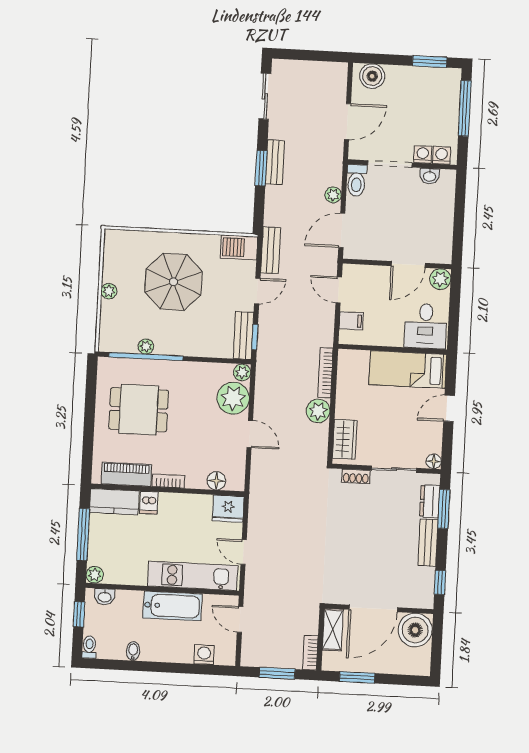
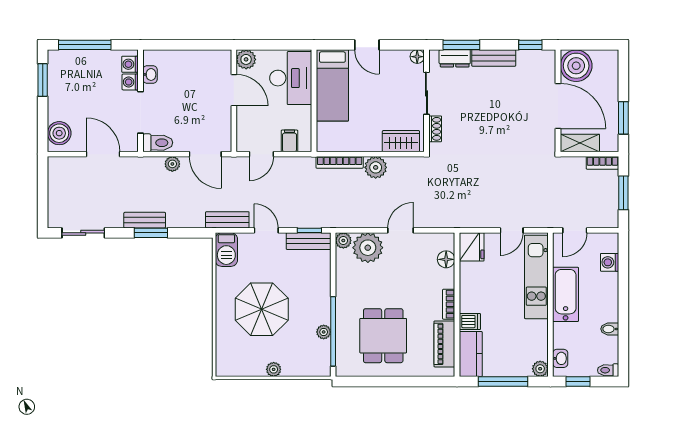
desk: (426, 326) -> (291, 78), width x1.37

